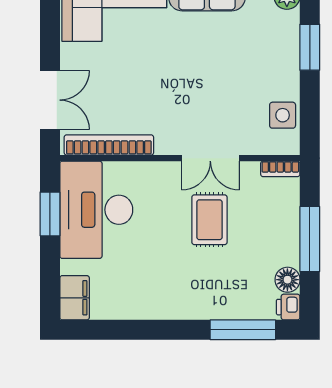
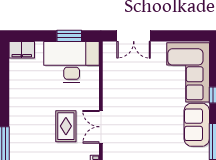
bookcase: (109, 145) -> (108, 69), removed
rug: (209, 220) -> (66, 126), turned 90

